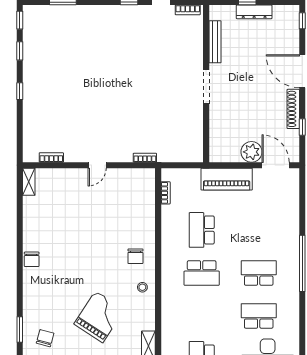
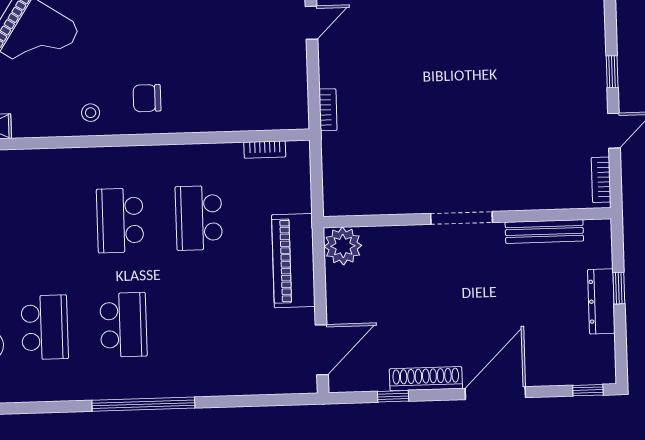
plant: (251, 152) -> (343, 246), moved
door: (97, 165) -> (312, 23), swing flipped
school desk: (202, 230) -> (199, 218), turned -90

